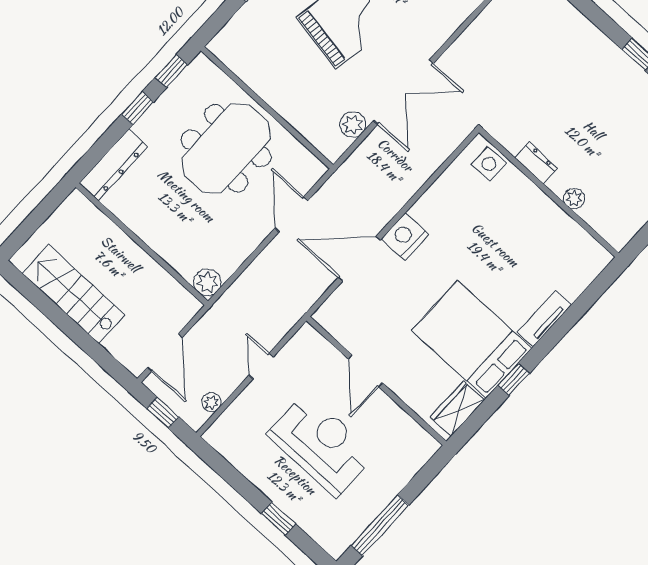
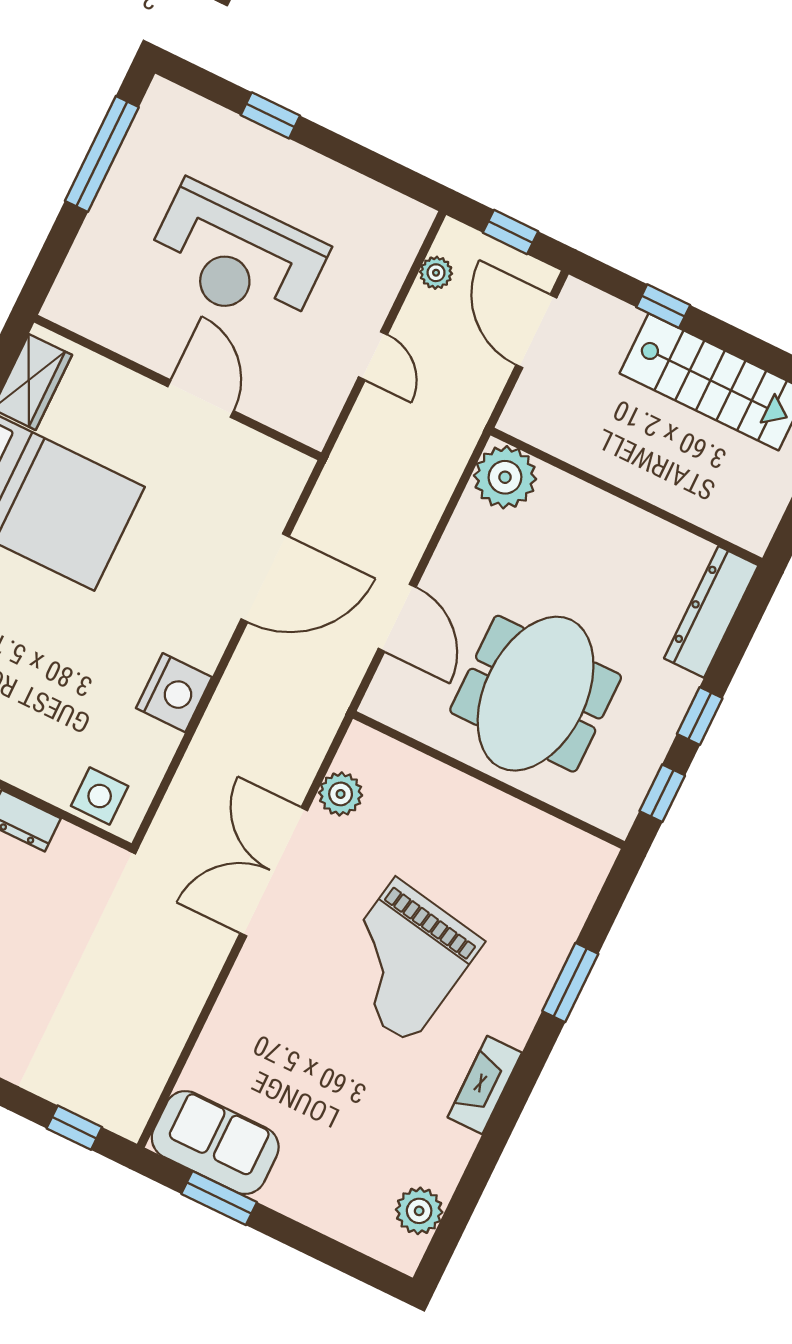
nightstand: (405, 237) -> (174, 693), moved
plant: (207, 282) -> (505, 477), width x1.36, depth x1.36
window: (89, 345) -> (663, 306), added

